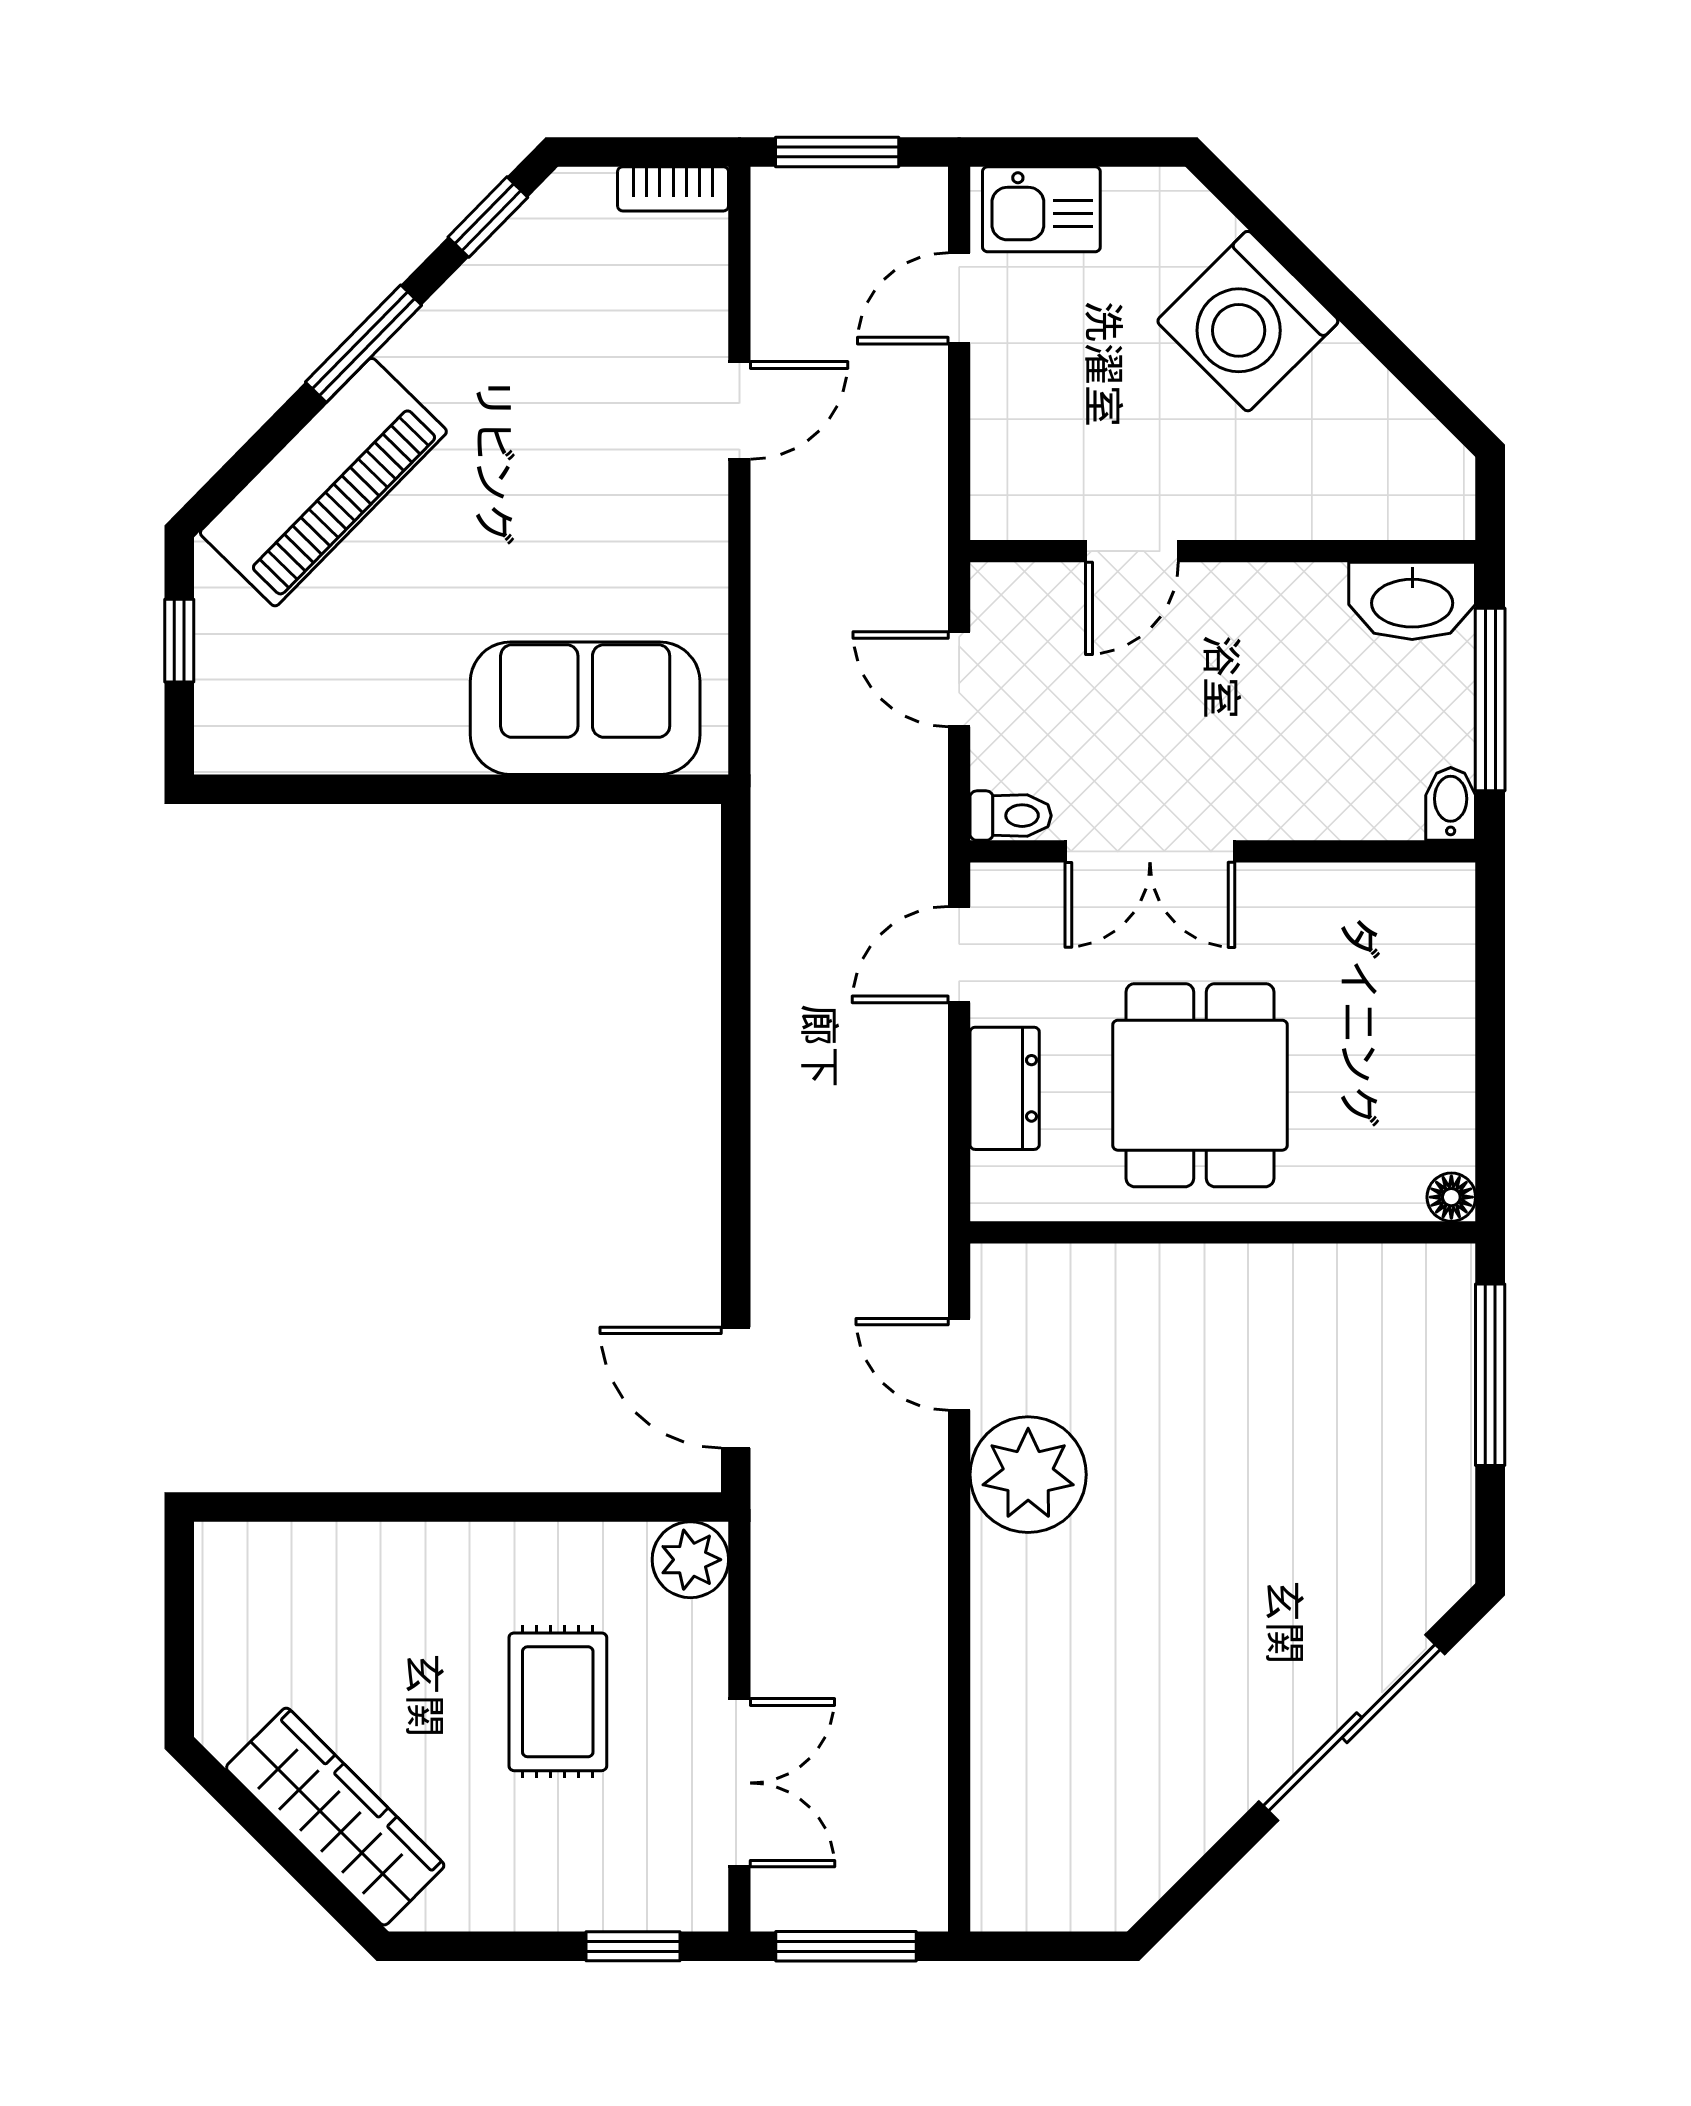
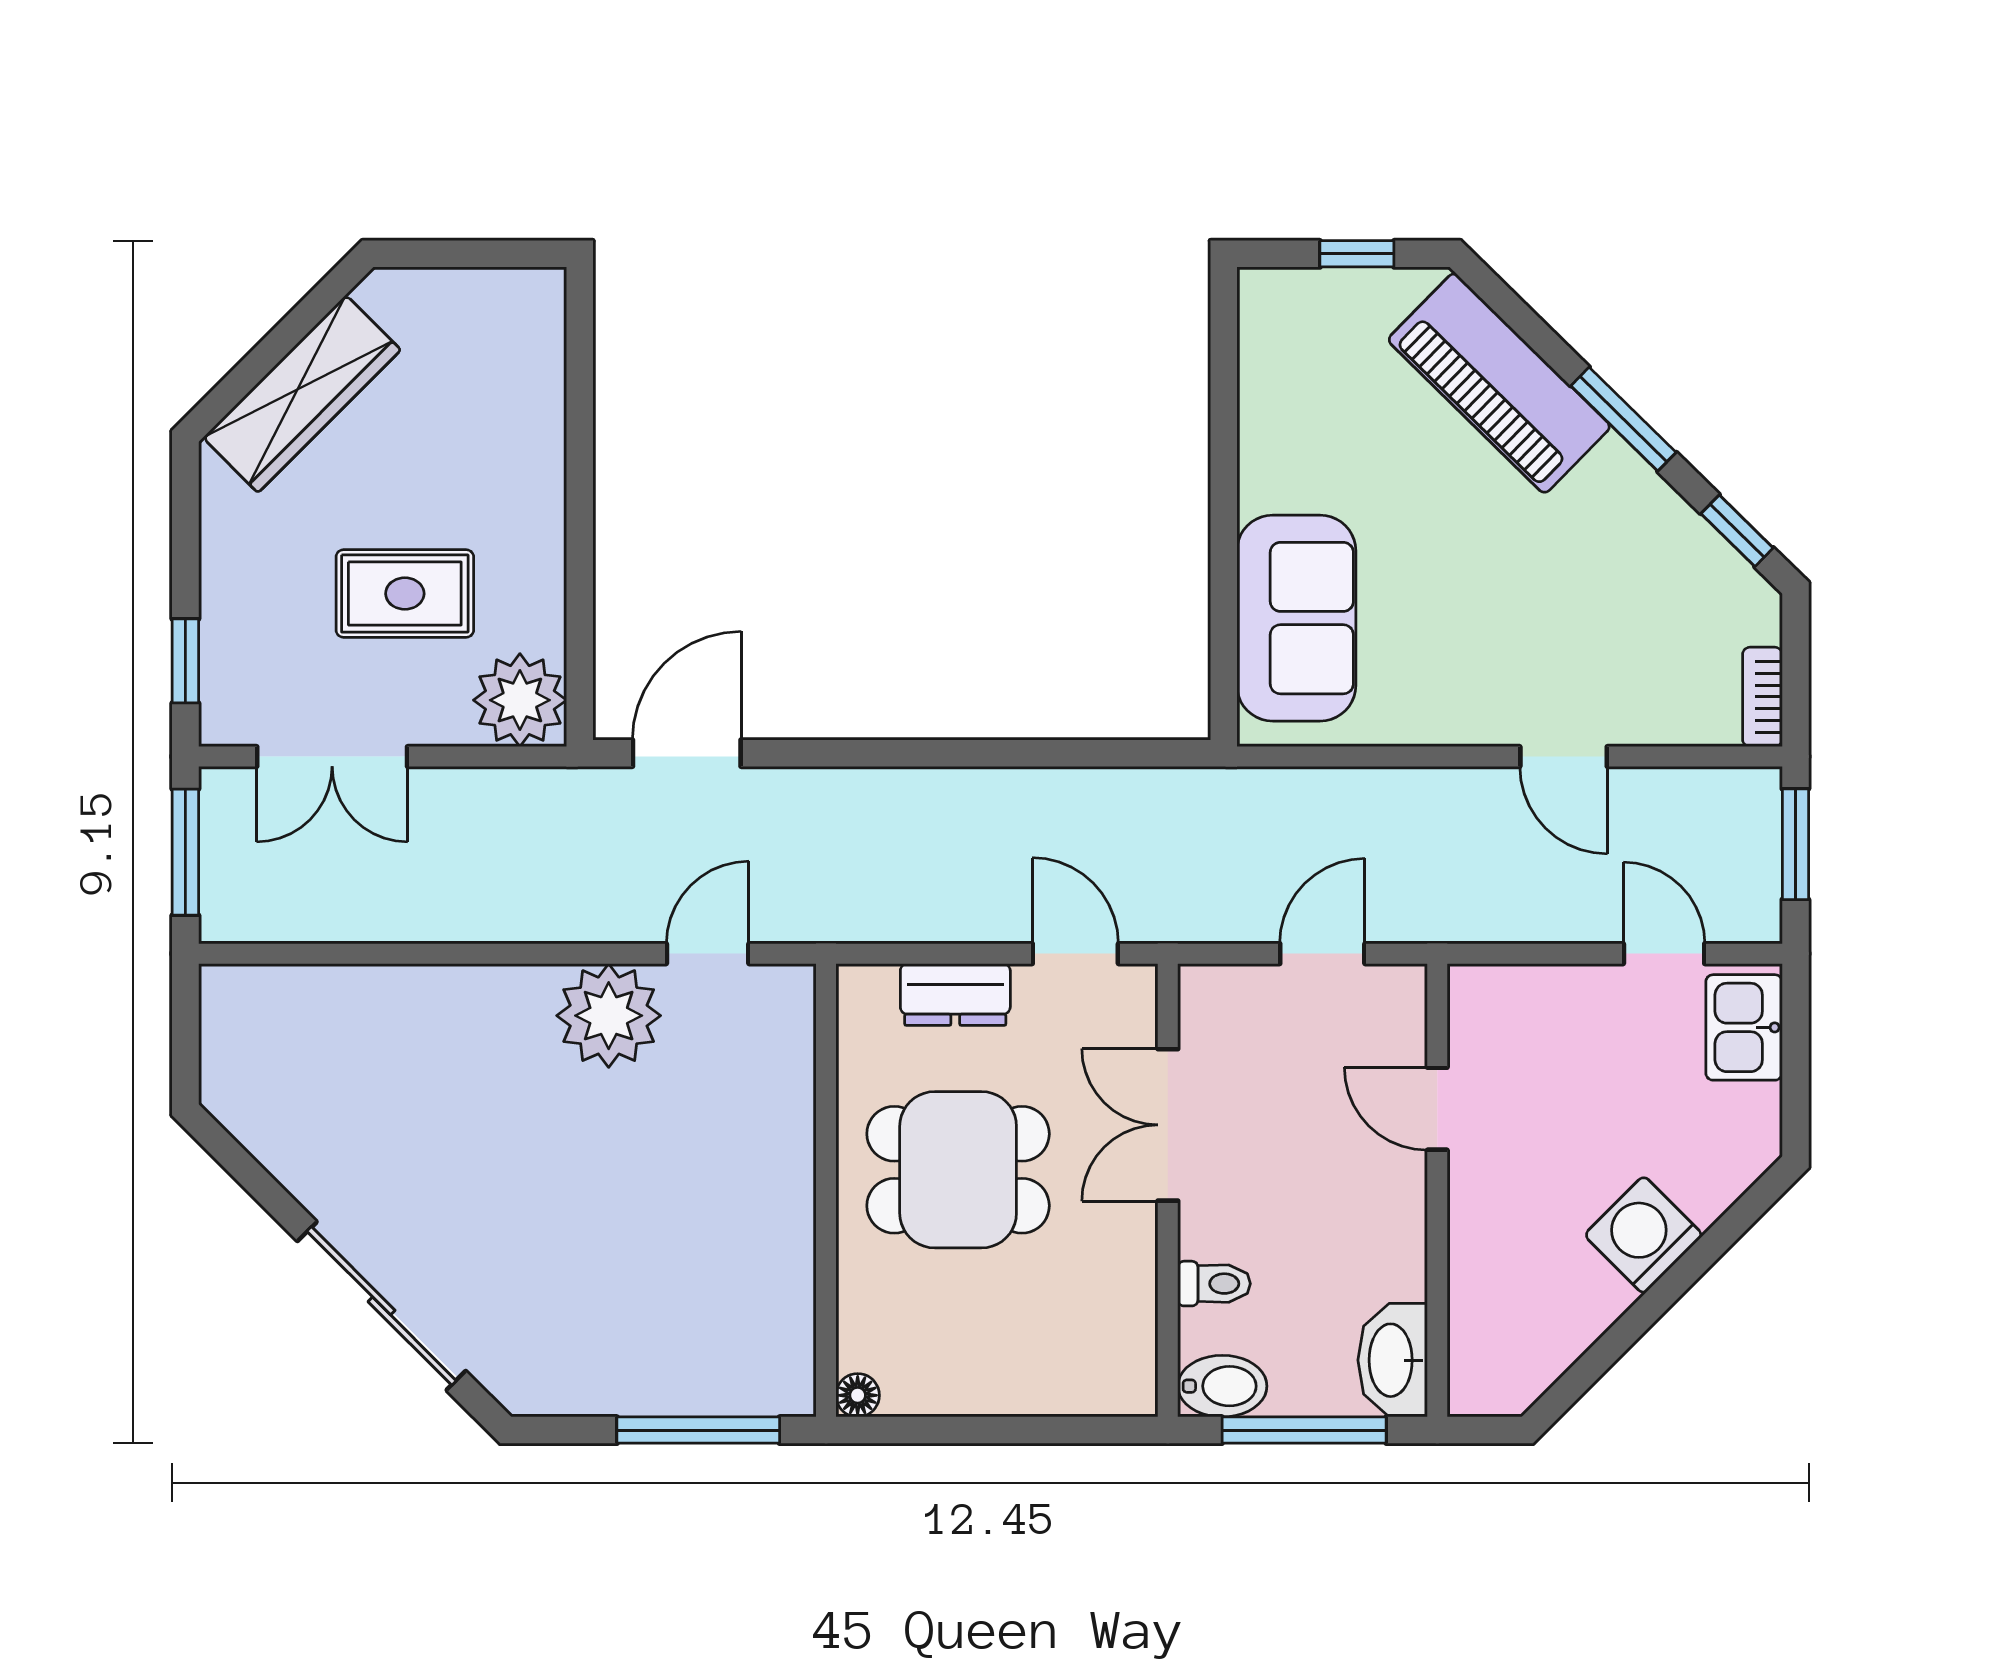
washing machine: (1248, 321) -> (1644, 1235), width x0.73, depth x0.73
bidet: (1451, 804) -> (1222, 1386), width x1.38, depth x1.36
toilet: (1011, 816) -> (1214, 1284), moved, turned -90
plant: (690, 1560) -> (520, 700), width x1.36, depth x1.36

